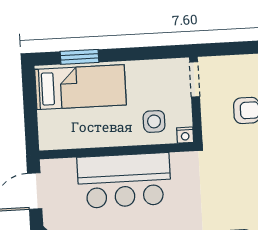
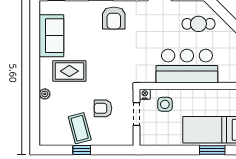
doorway: (195, 79) -> (136, 114), moved

